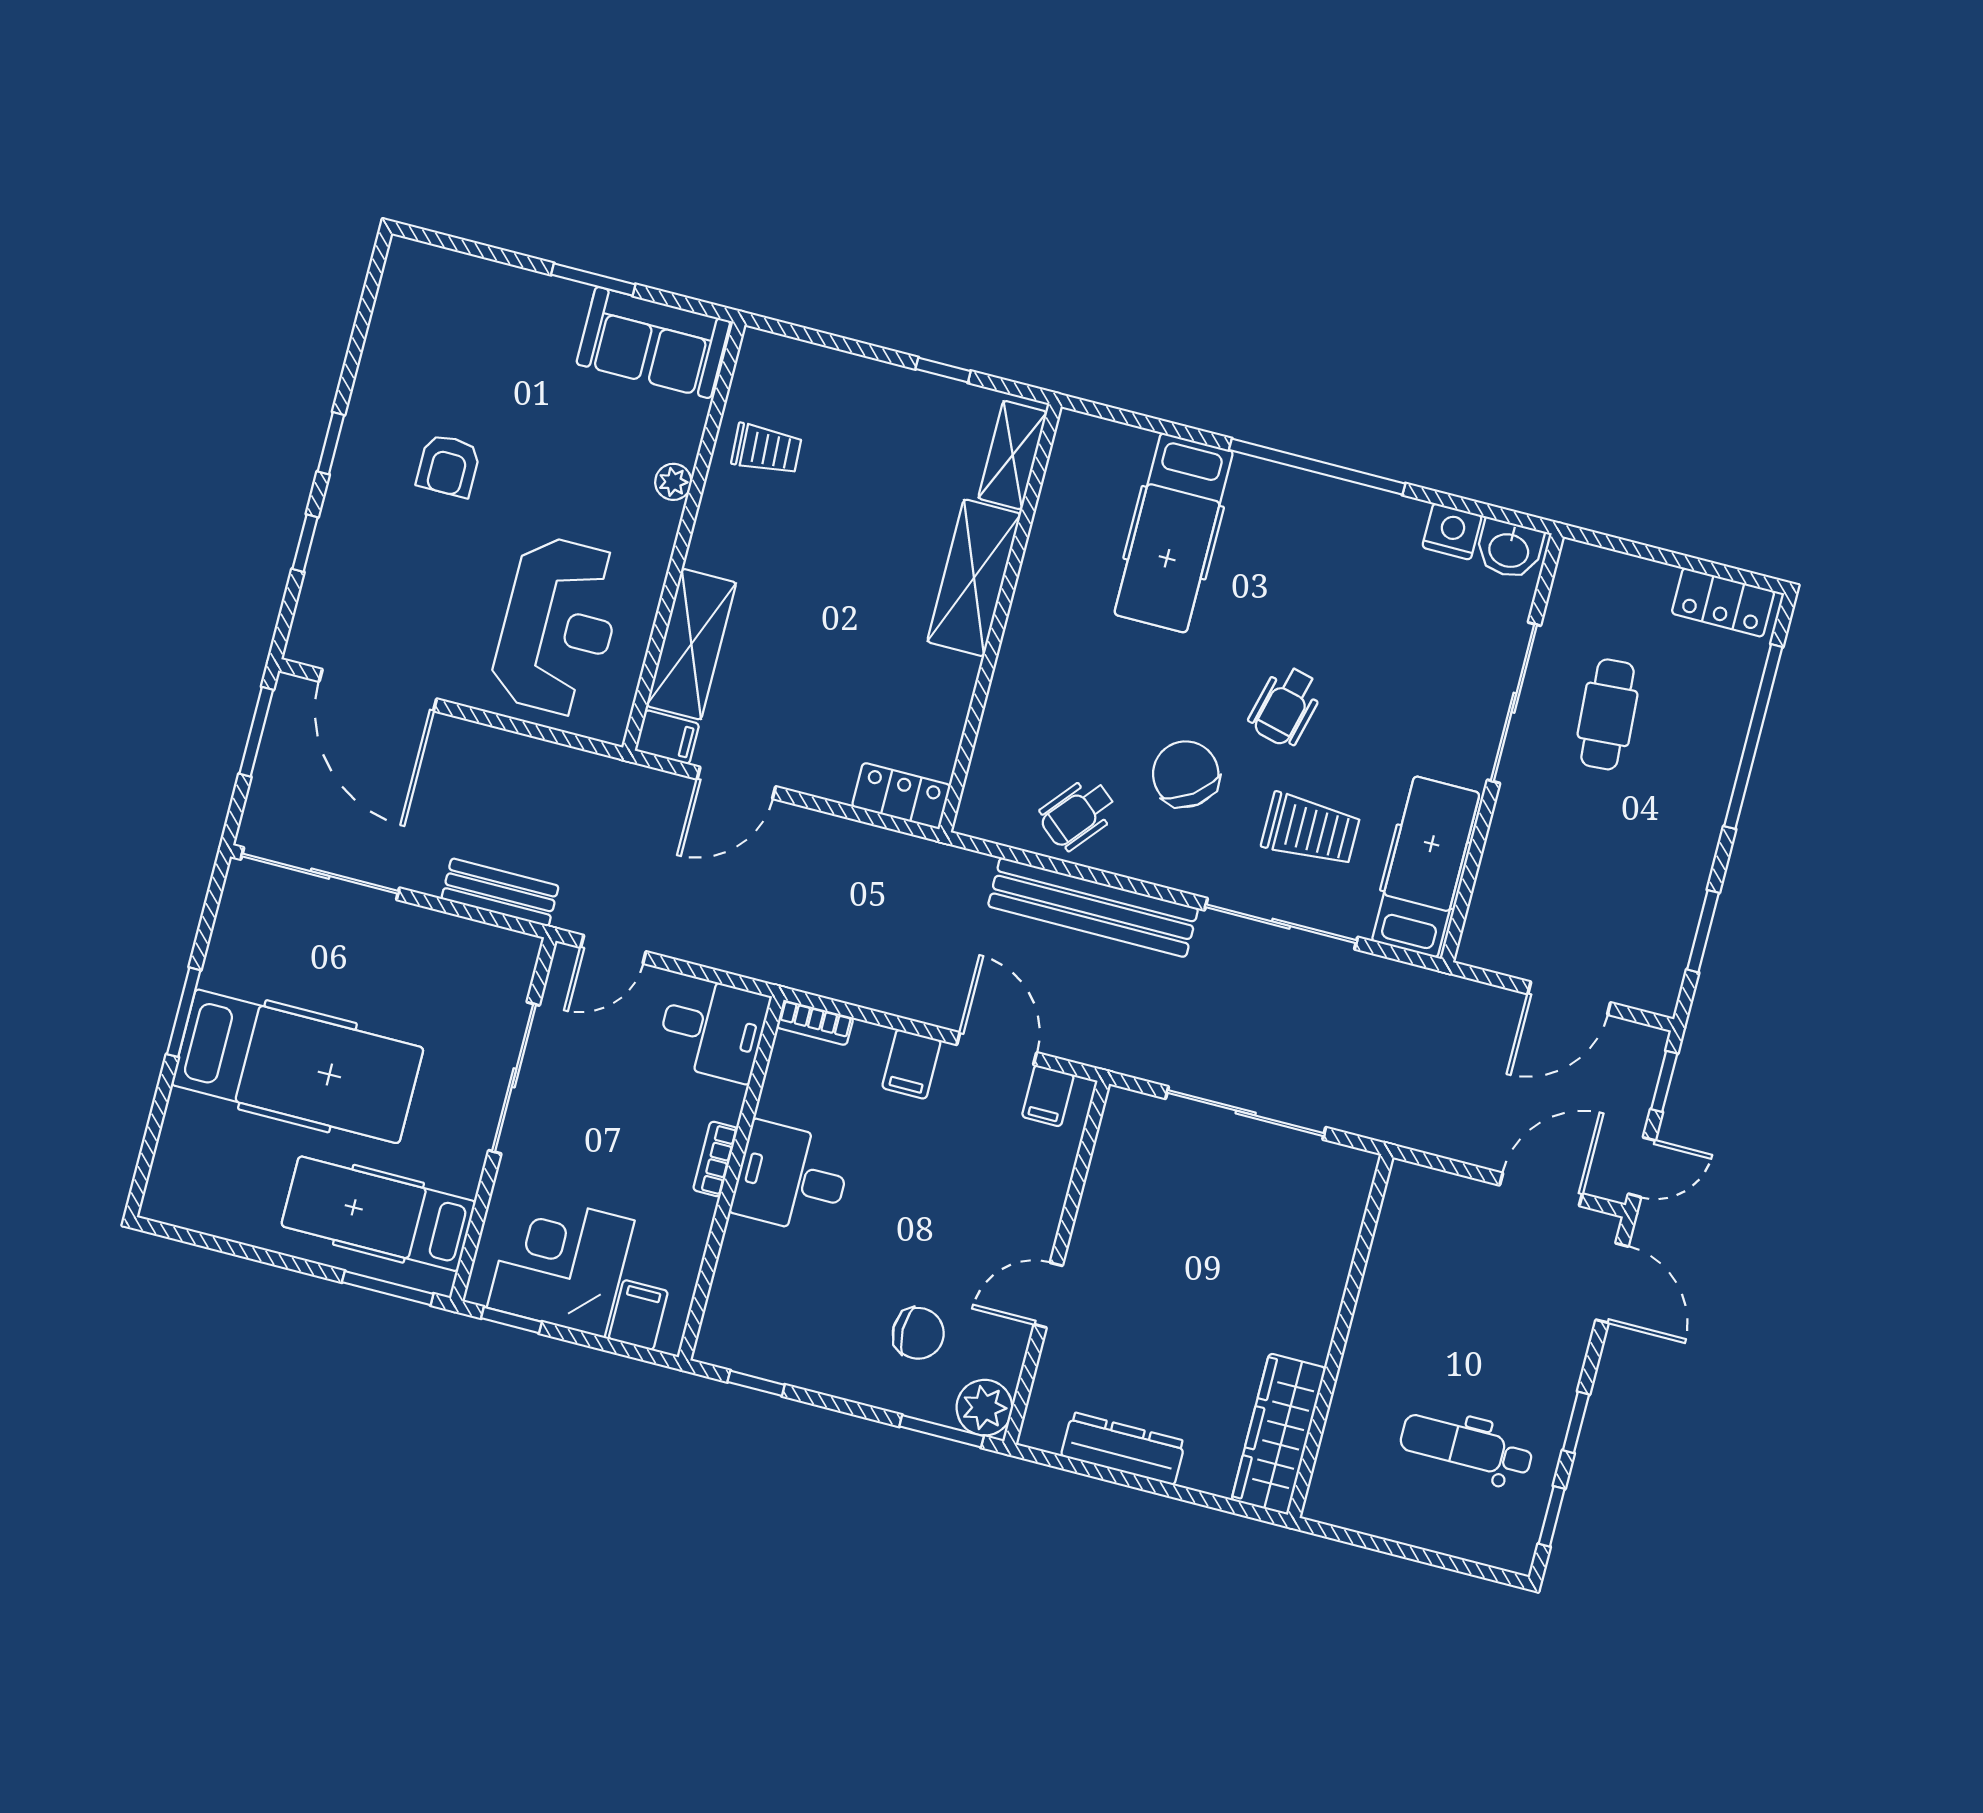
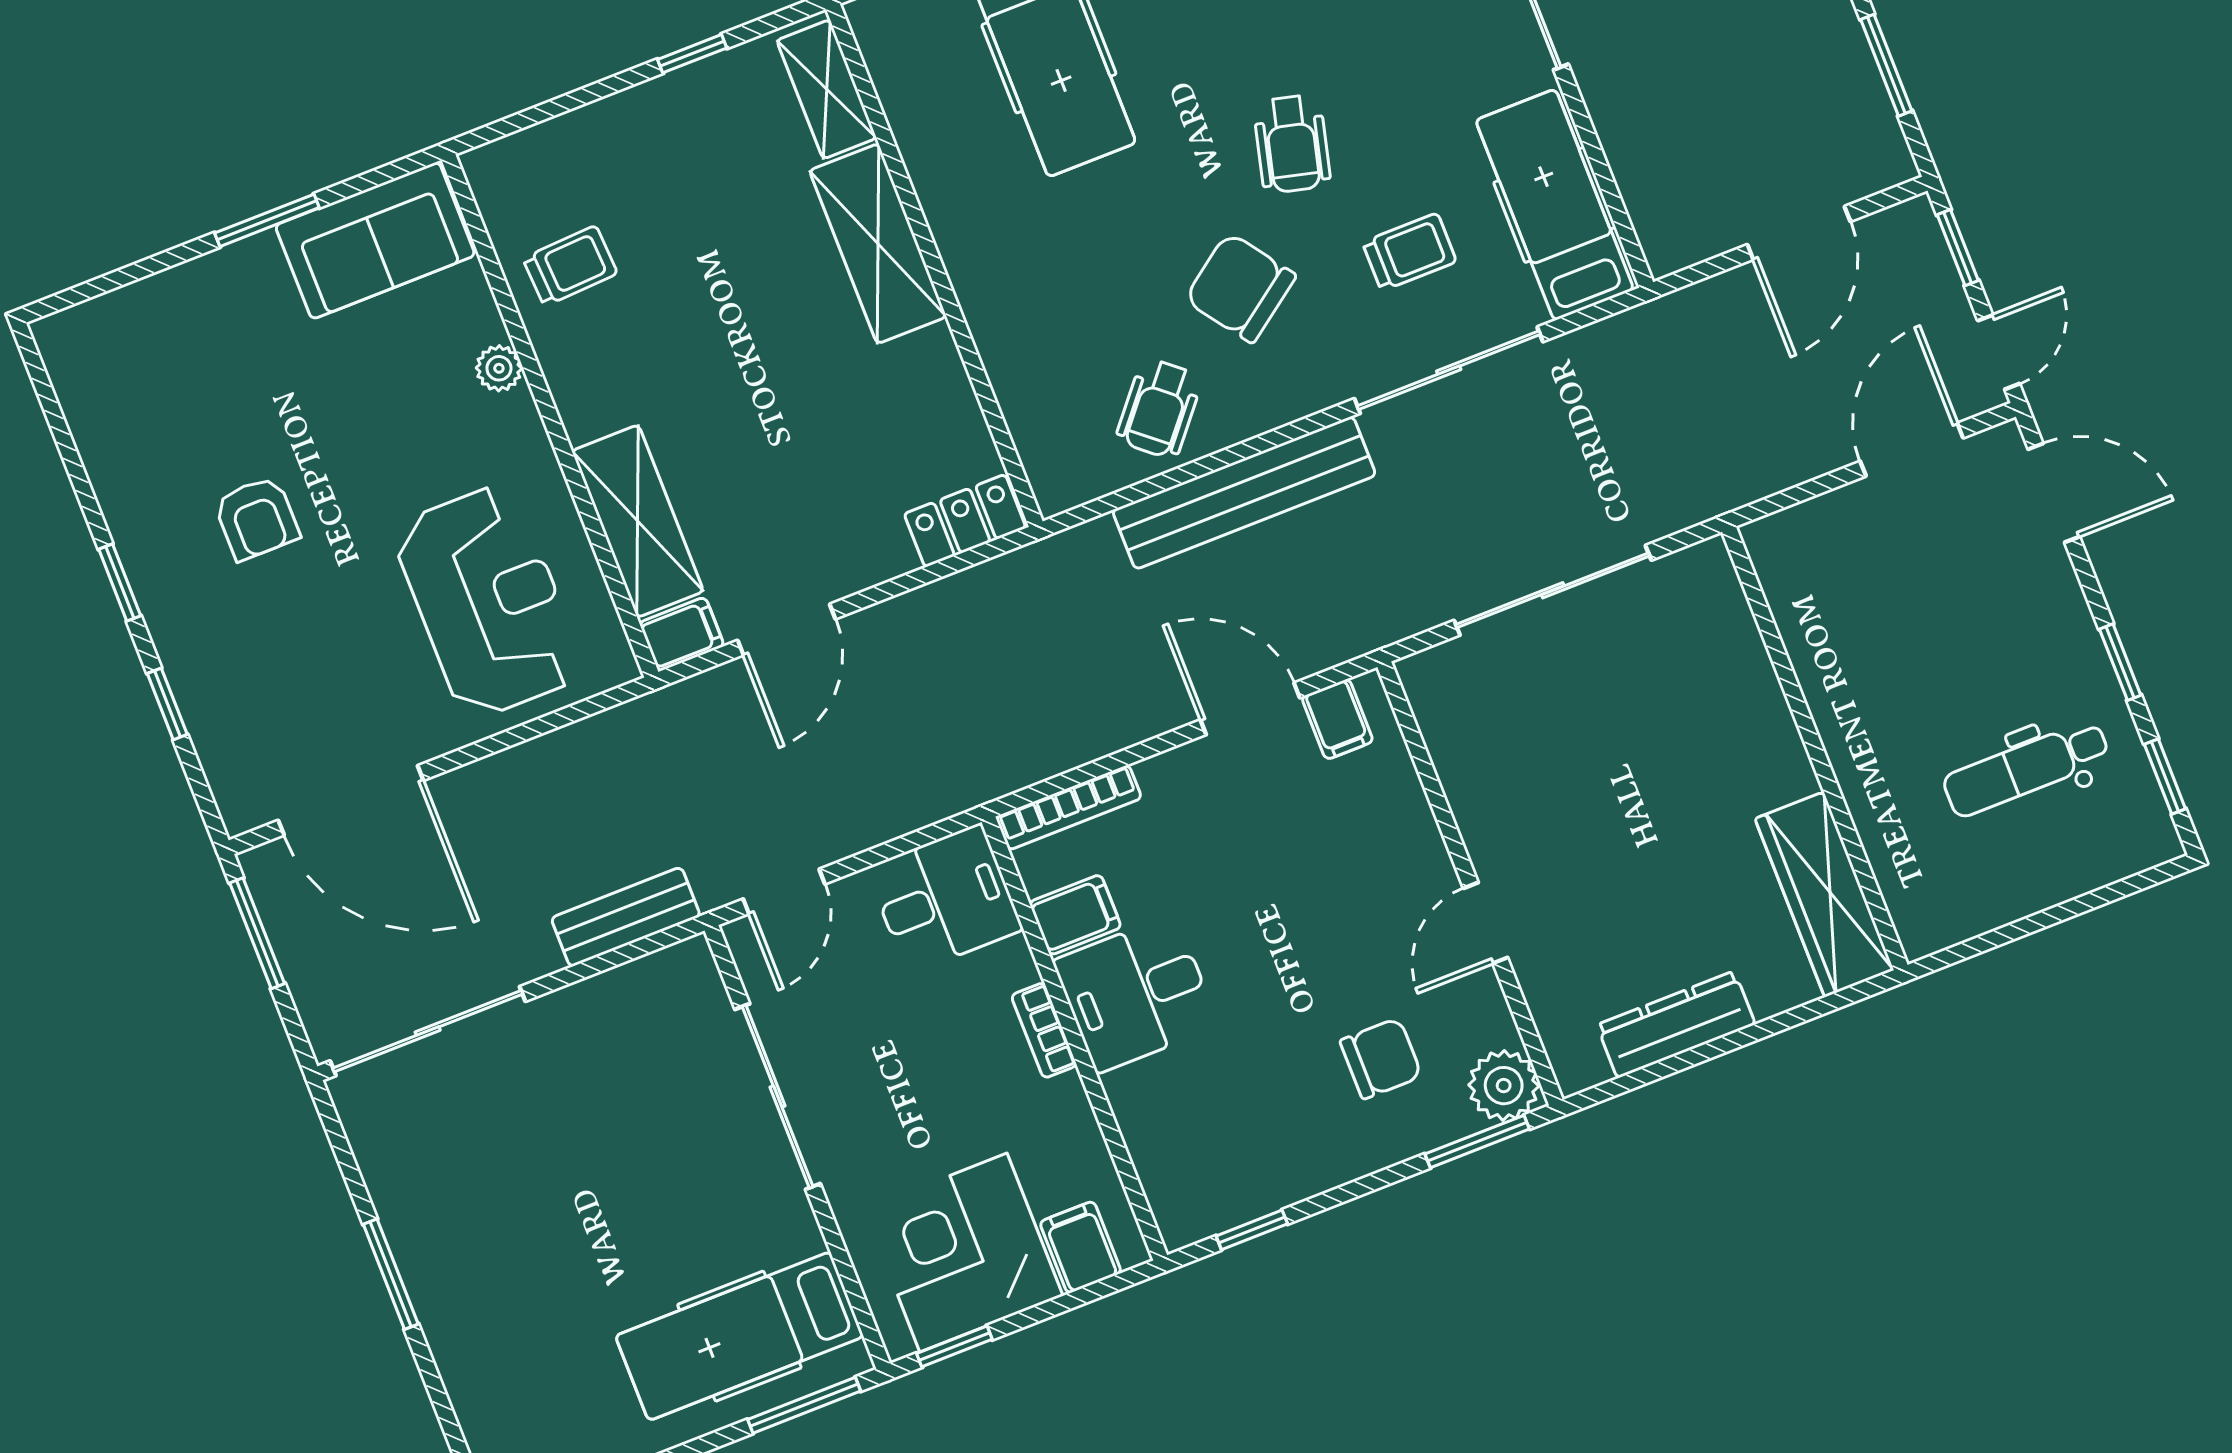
trolley: (1311, 830) -> (1409, 252), width x0.73, depth x0.72
bookcase: (815, 1023) -> (1069, 807), width x1.56
filing cabinet: (911, 1064) -> (1075, 915), moved, turned -90
hospital bed: (297, 1066) -> (547, 1245), removed

